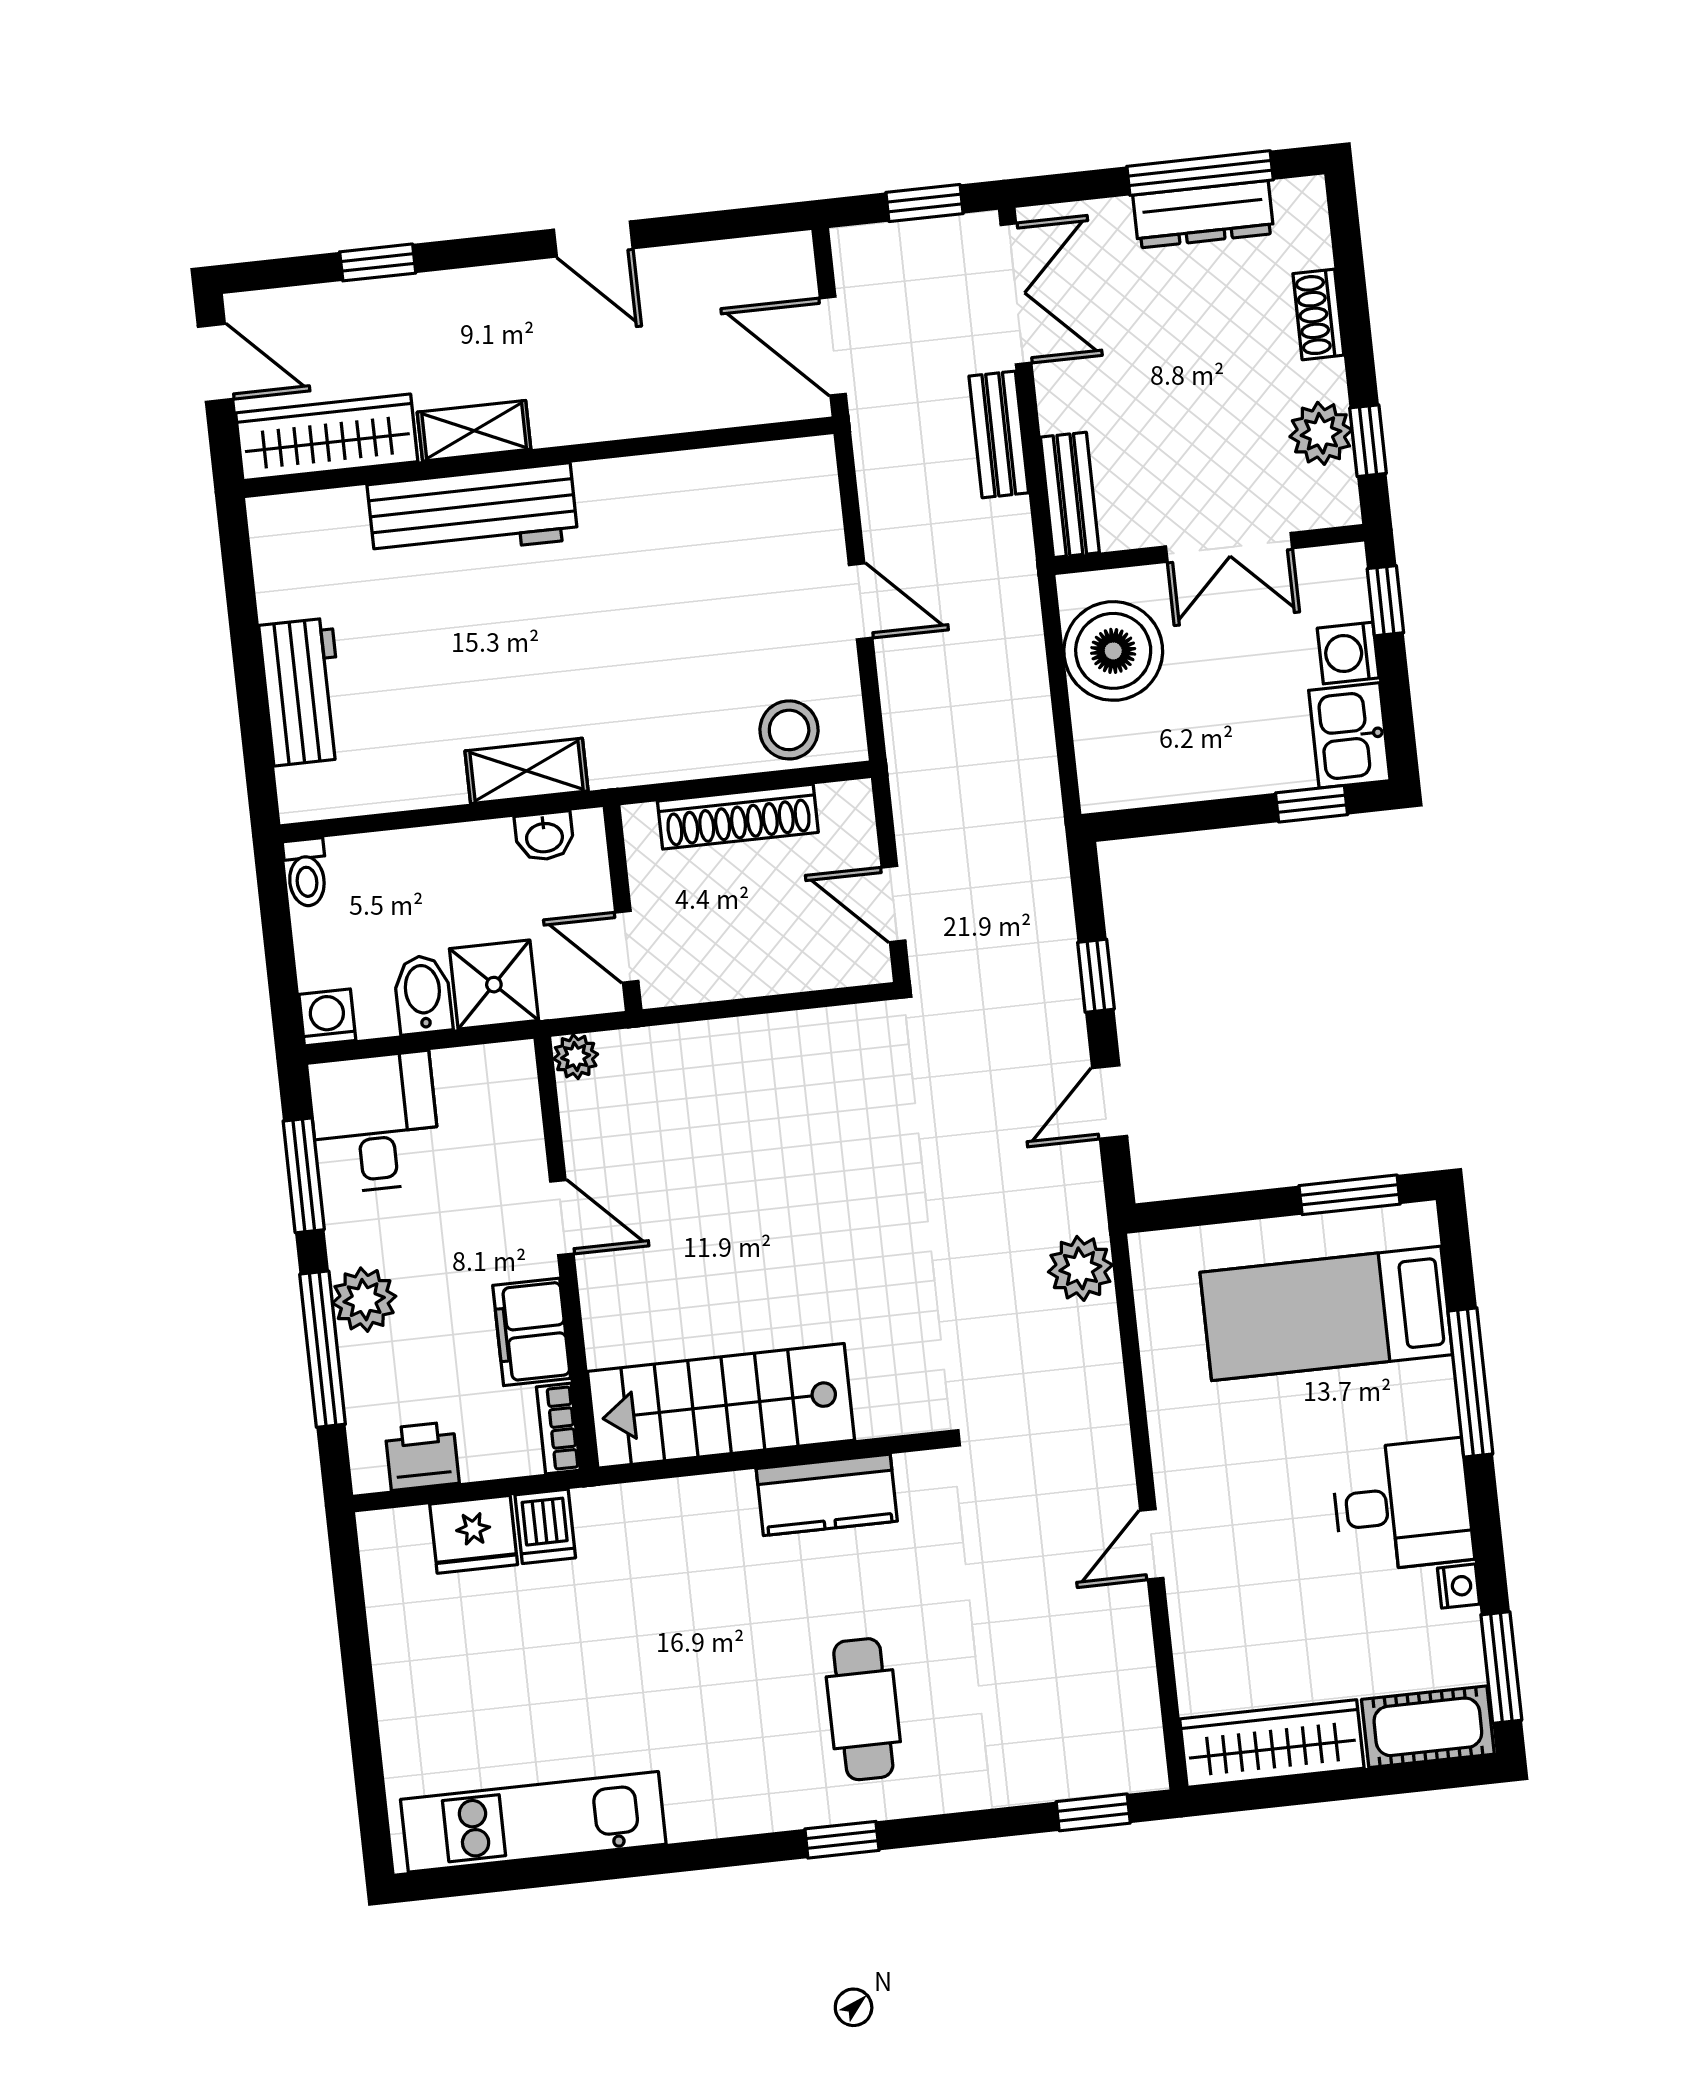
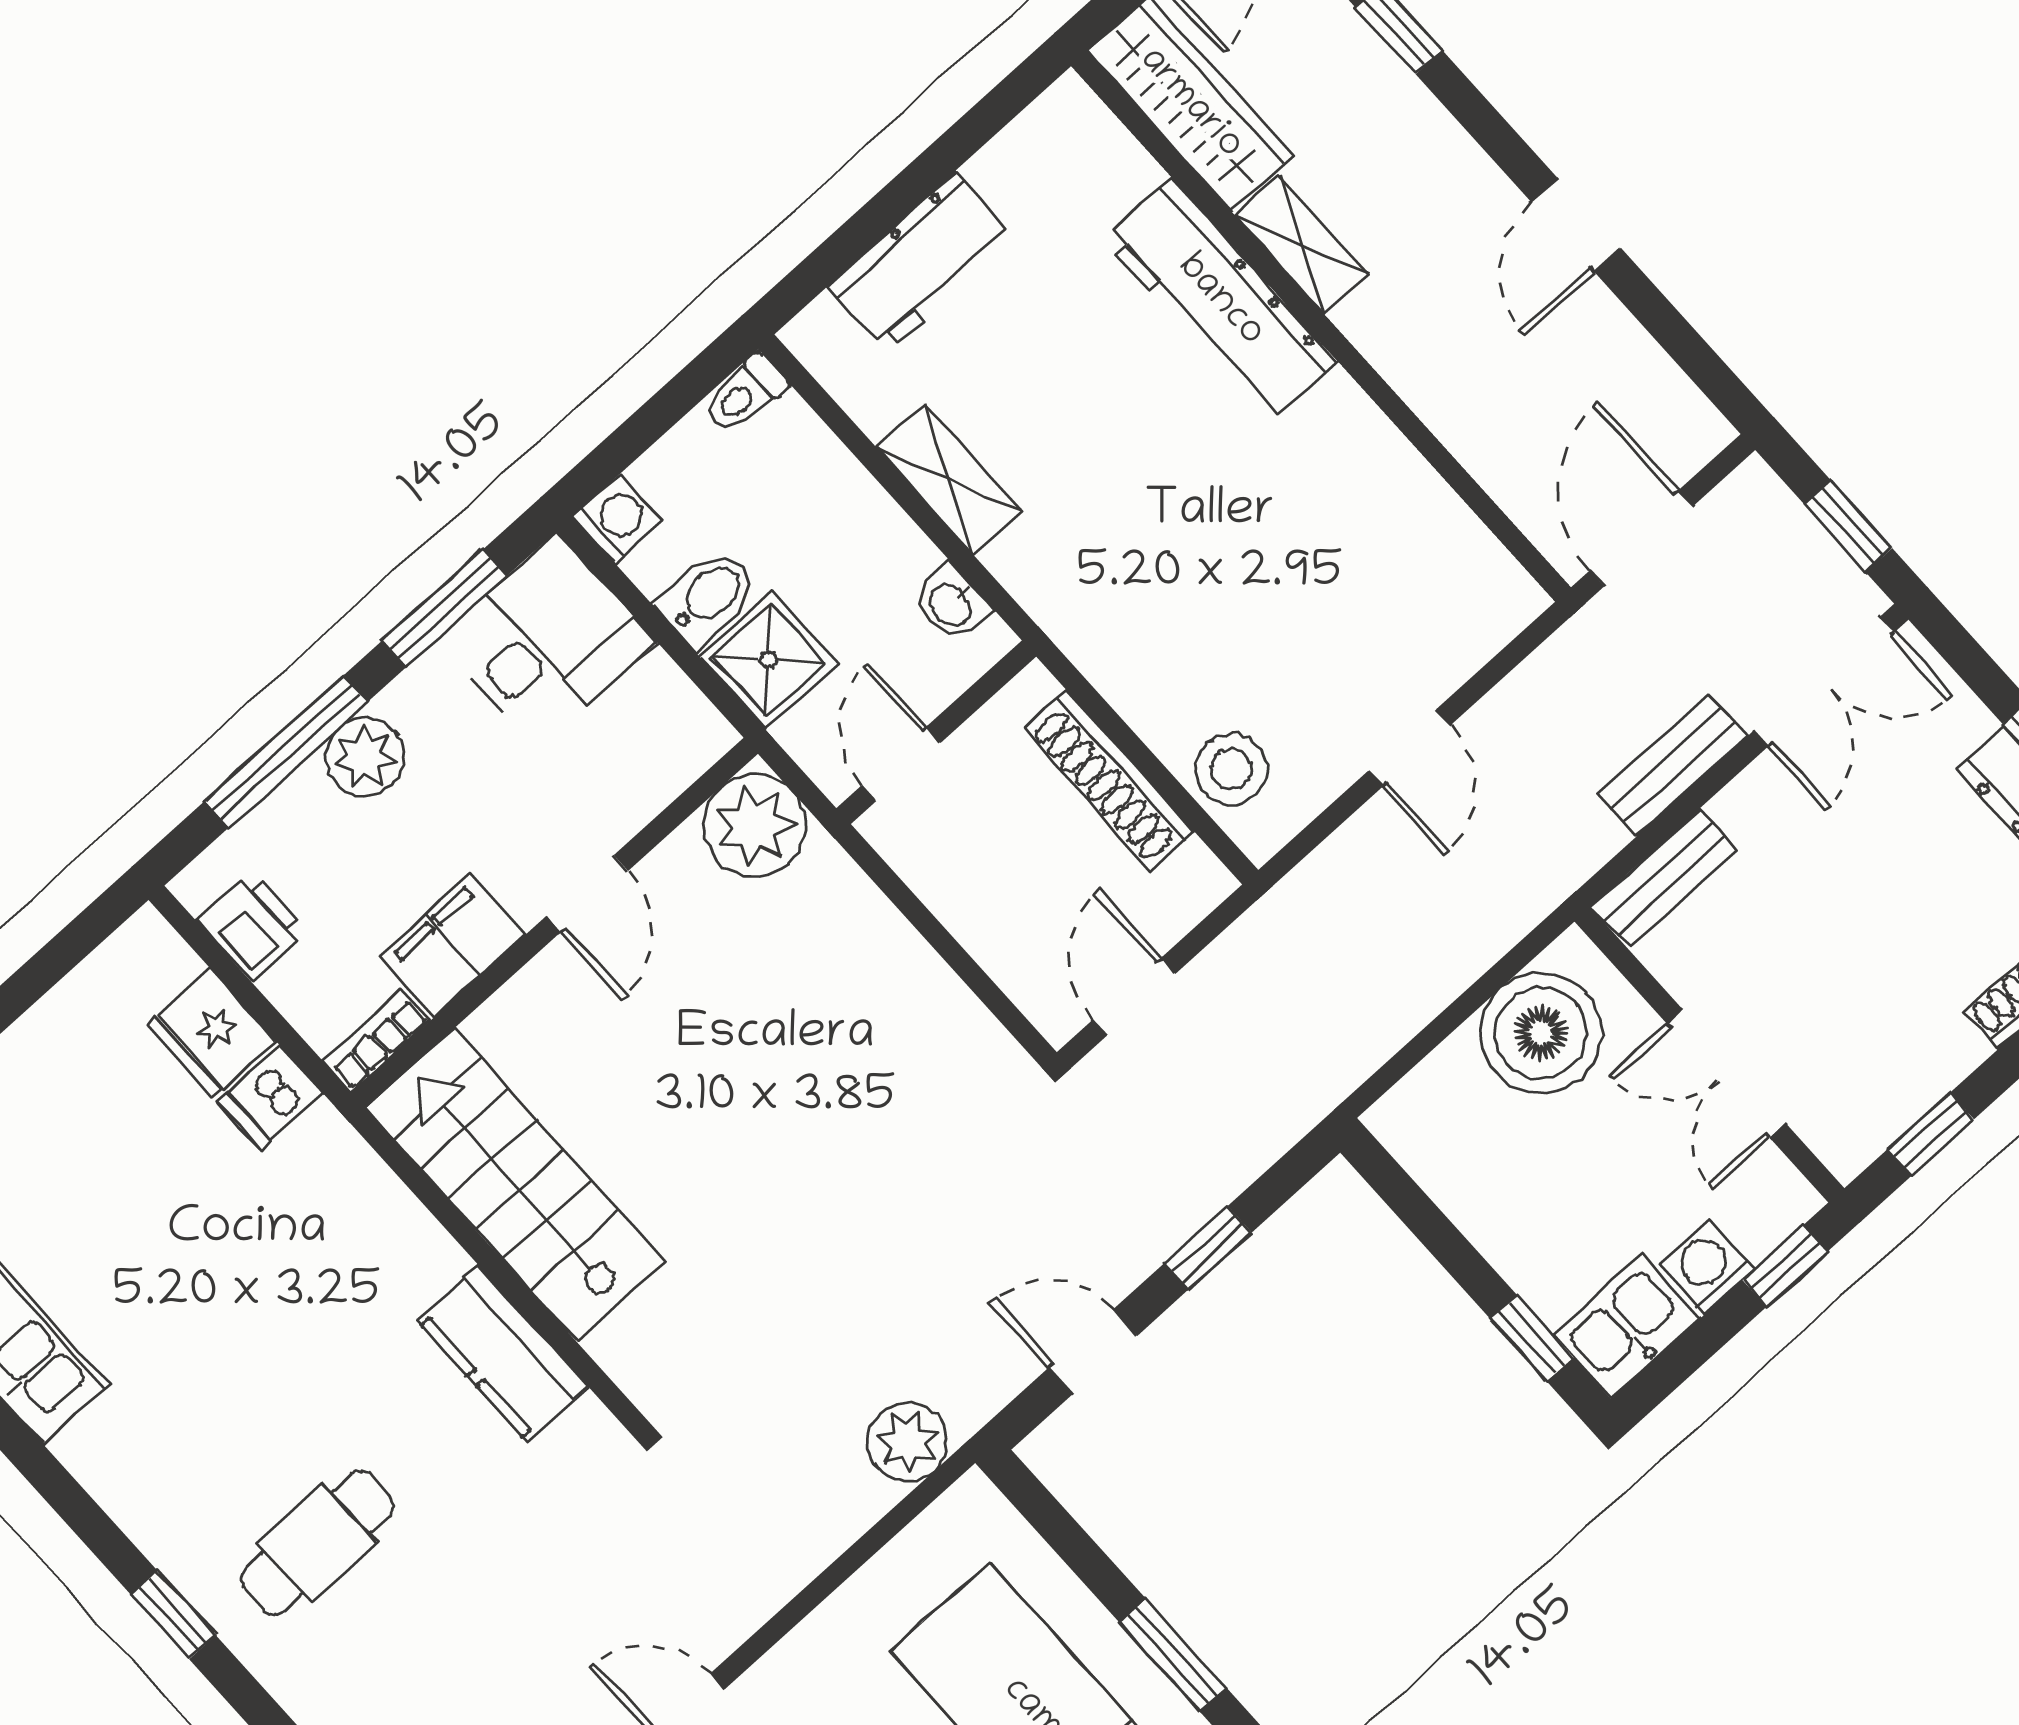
plant: (1321, 433) -> (1904, 1082), removed
shelving: (527, 771) -> (949, 479), moved
plant: (576, 1057) -> (754, 826), width x1.87, depth x1.87

